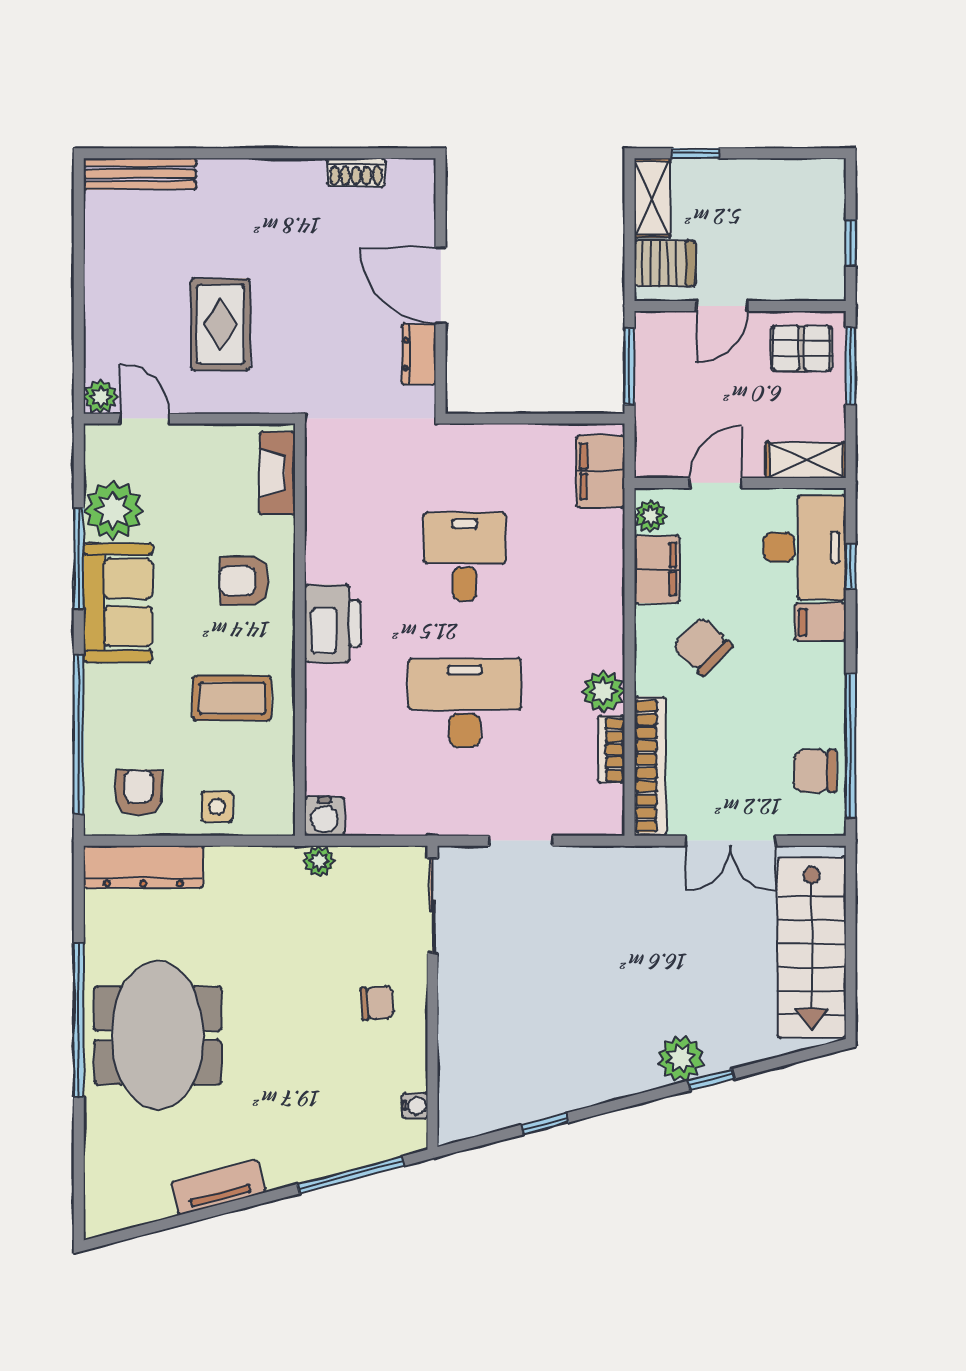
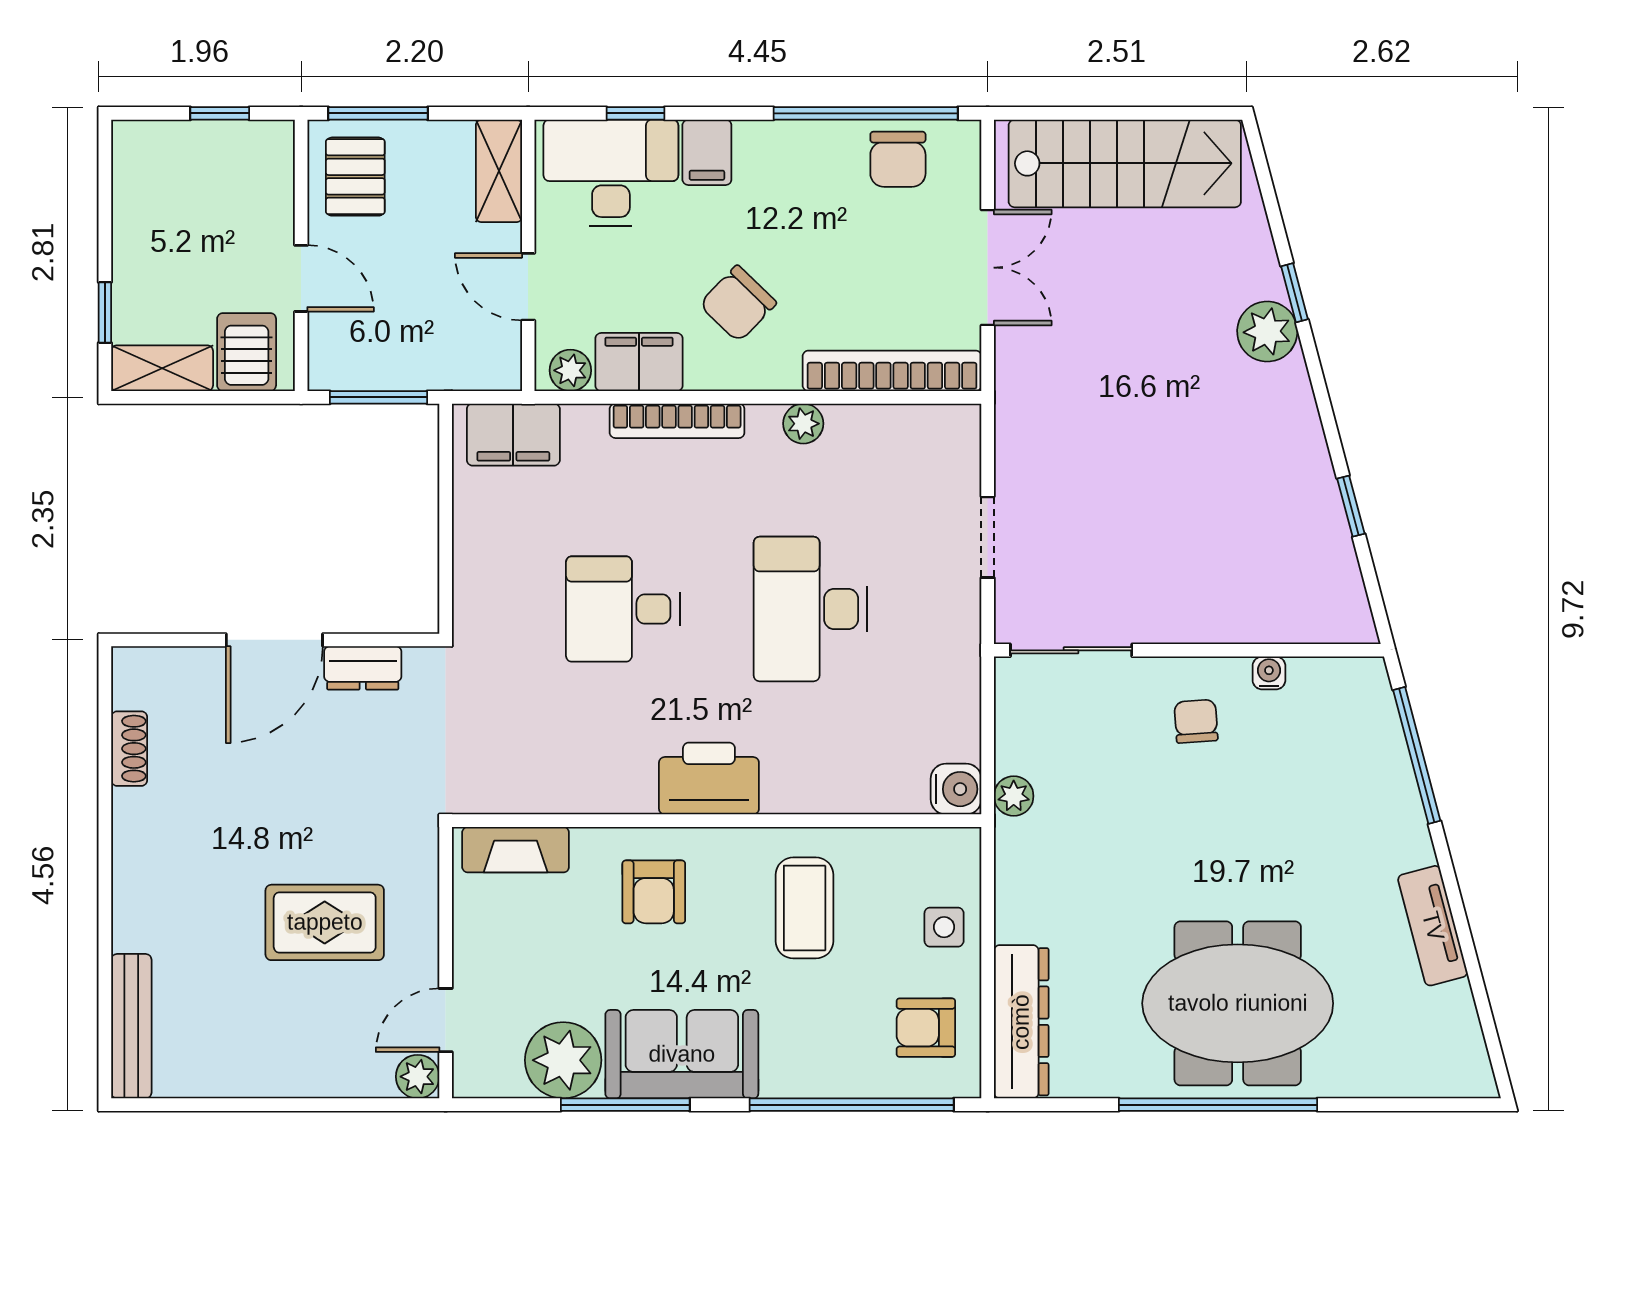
plant: (603, 691) -> (803, 424), width x0.73, depth x0.73
bookcase: (611, 750) -> (677, 421), moved, width x1.56
water cooler: (415, 1106) -> (1269, 673), moved

